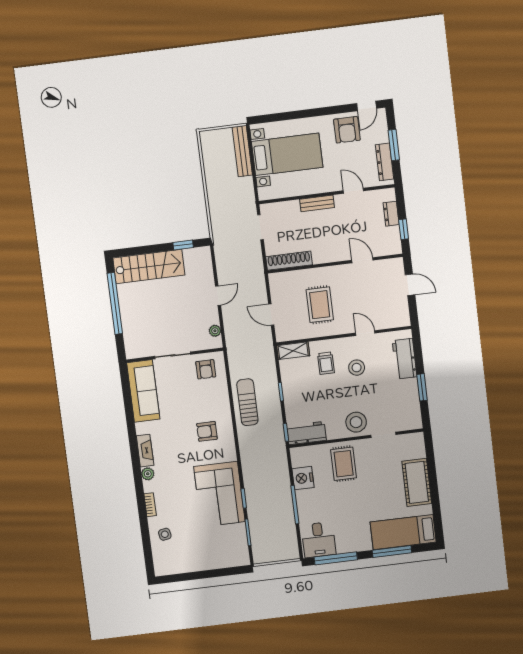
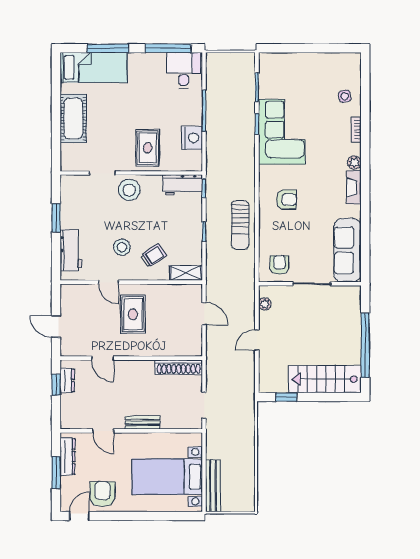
dresser: (391, 214) -> (67, 380), moved
rug: (320, 305) -> (133, 314), moved
trolley: (326, 363) -> (153, 256), turned 57

